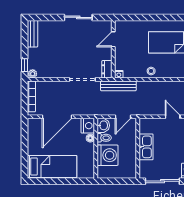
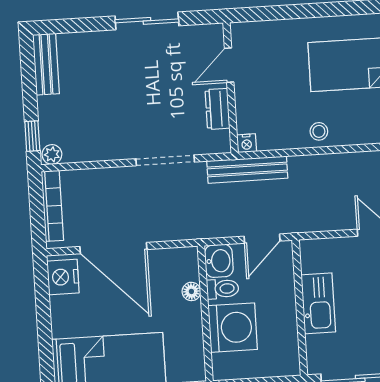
dresser: (107, 69) -> (217, 109), moved
door: (57, 117) -> (113, 248), hinge flipped
nightstand: (88, 126) -> (63, 277), moved, turned 180

